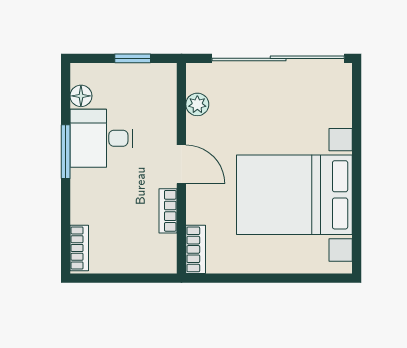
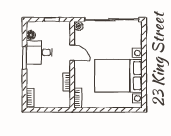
plant: (197, 104) -> (79, 26), moved
door: (181, 164) -> (72, 53), moved

